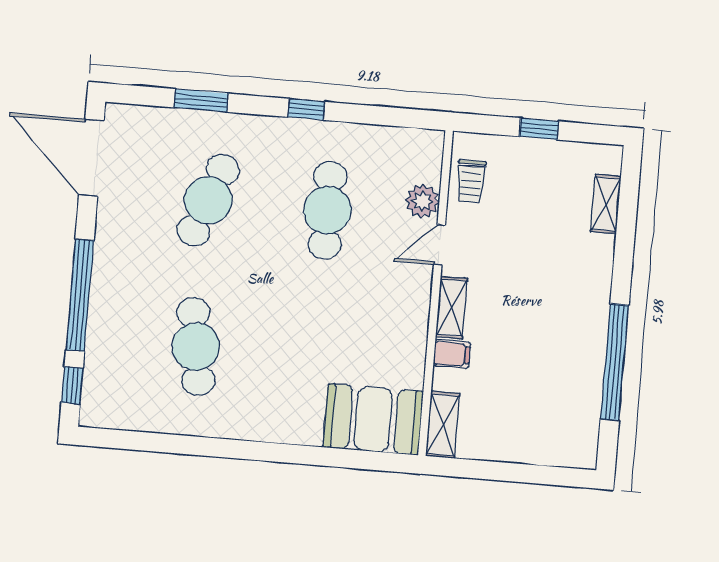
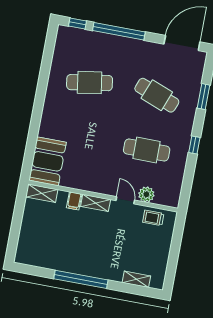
window: (539, 129) -> (174, 252), removed
window: (615, 362) -> (81, 279), moved

